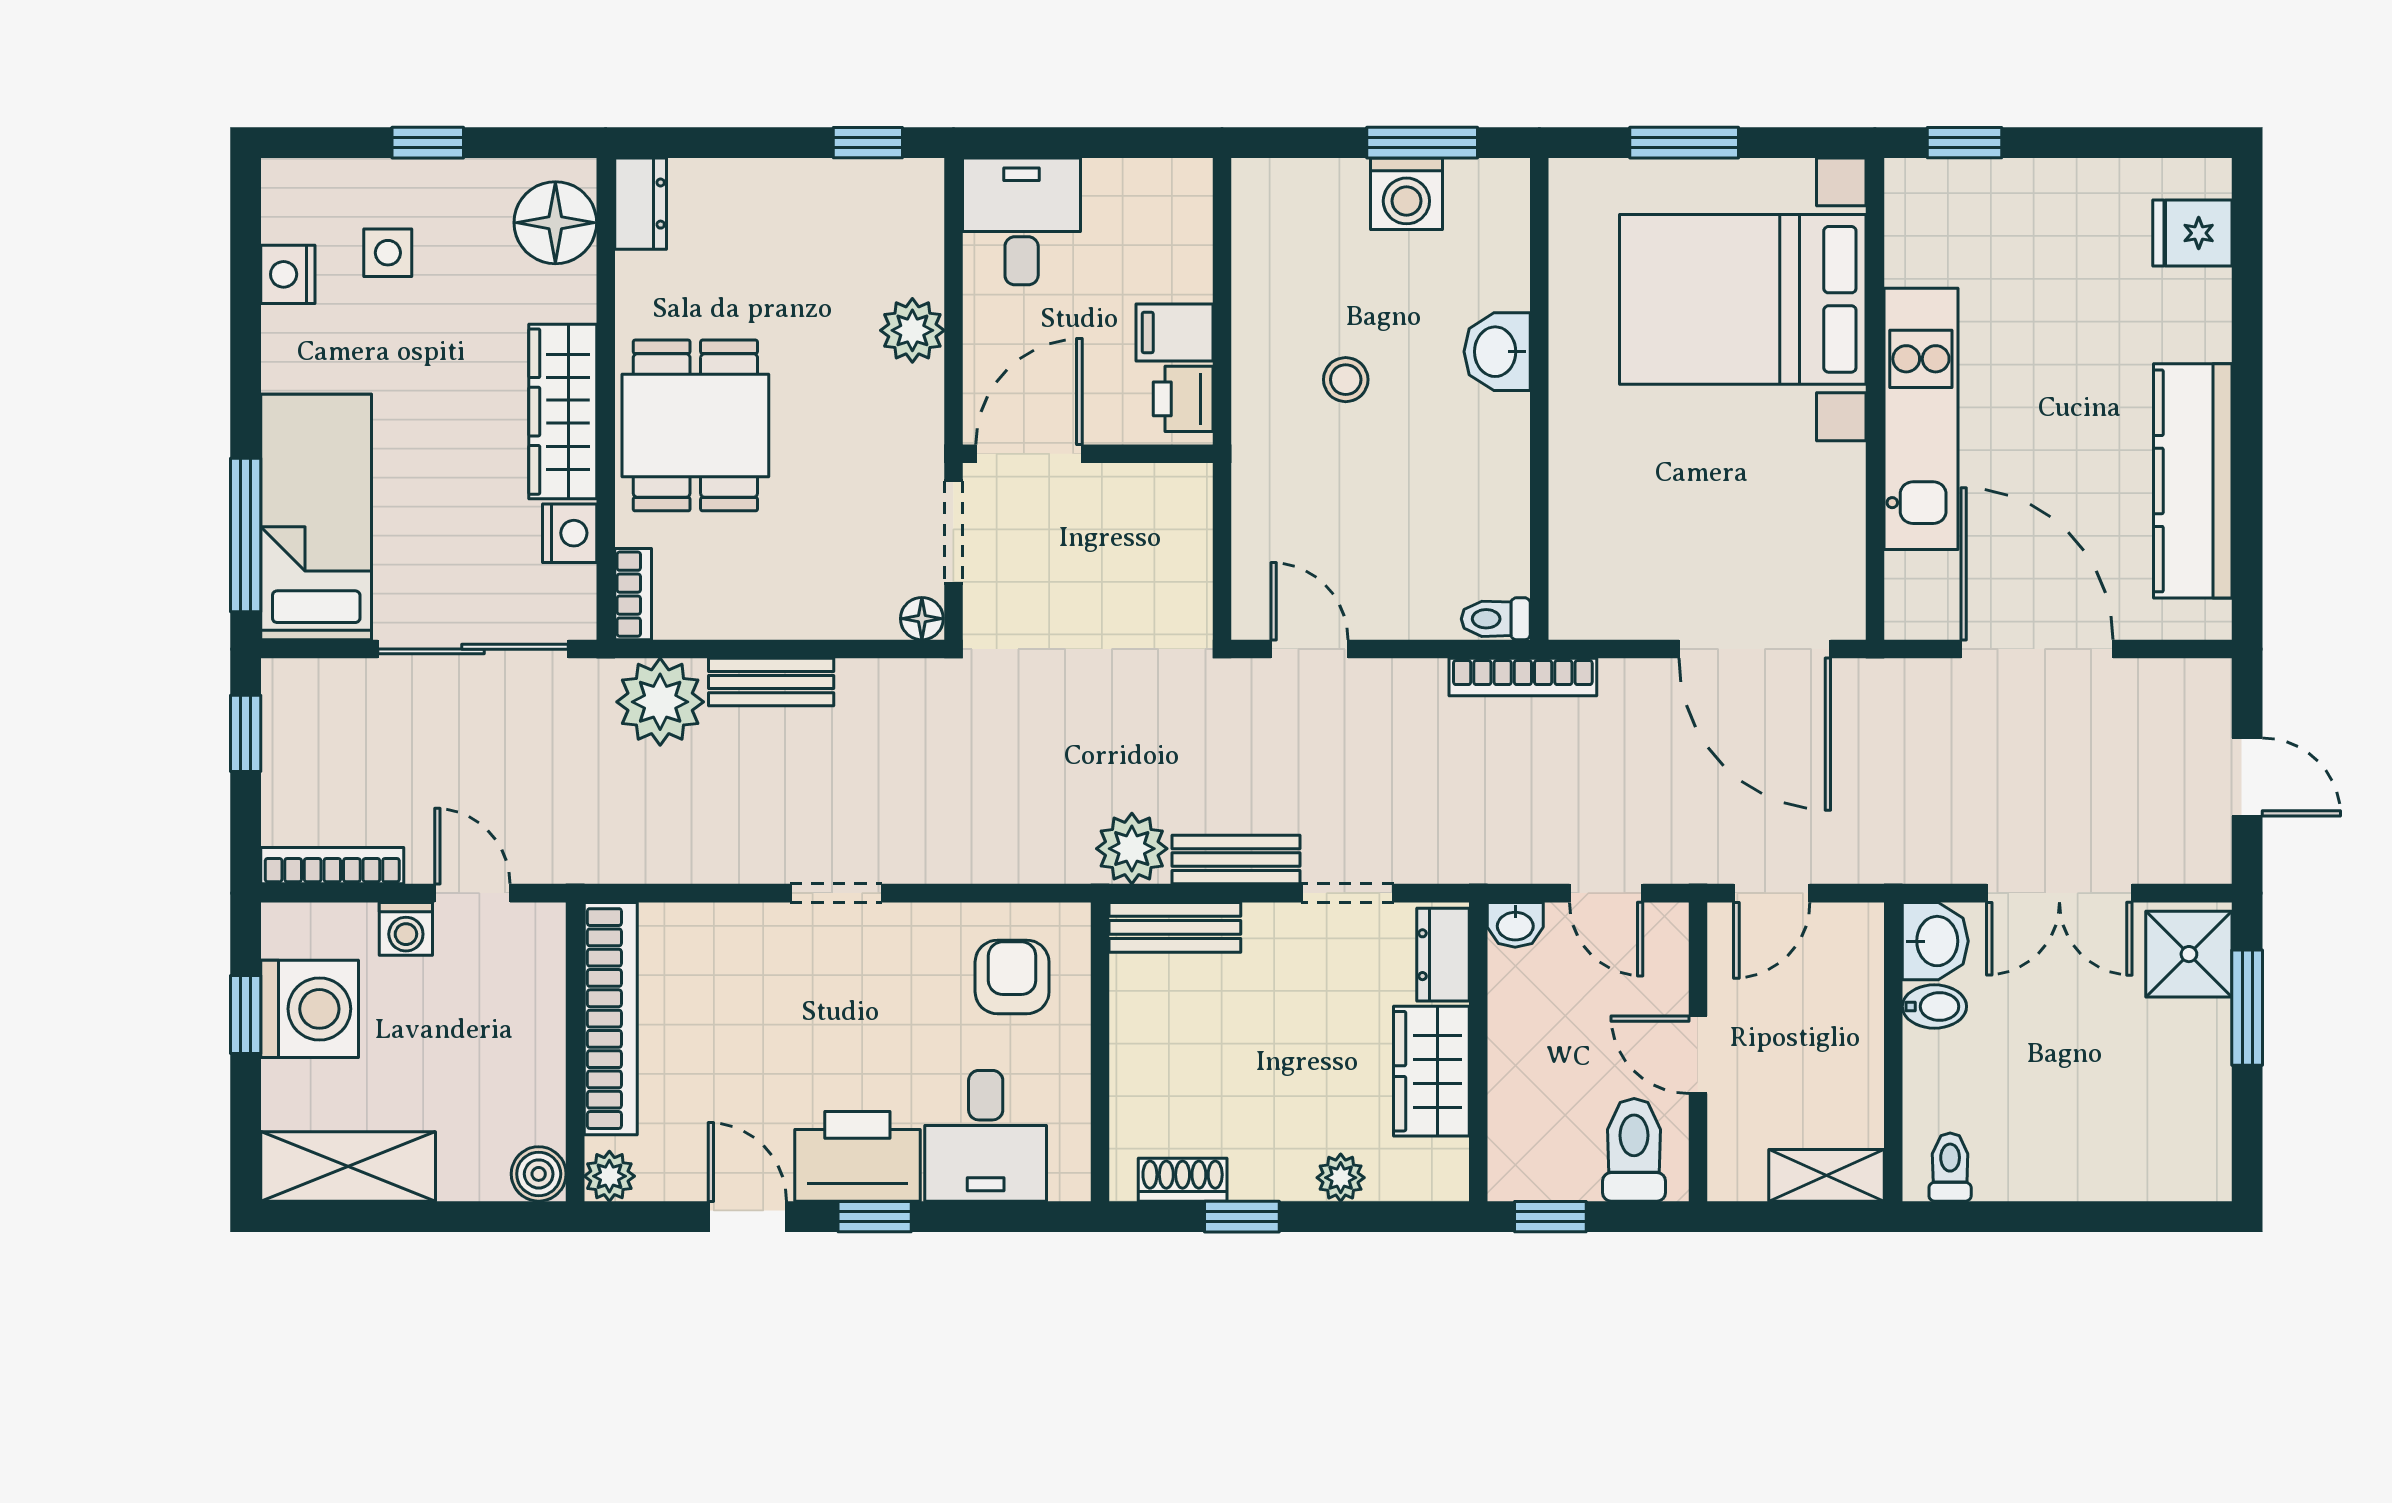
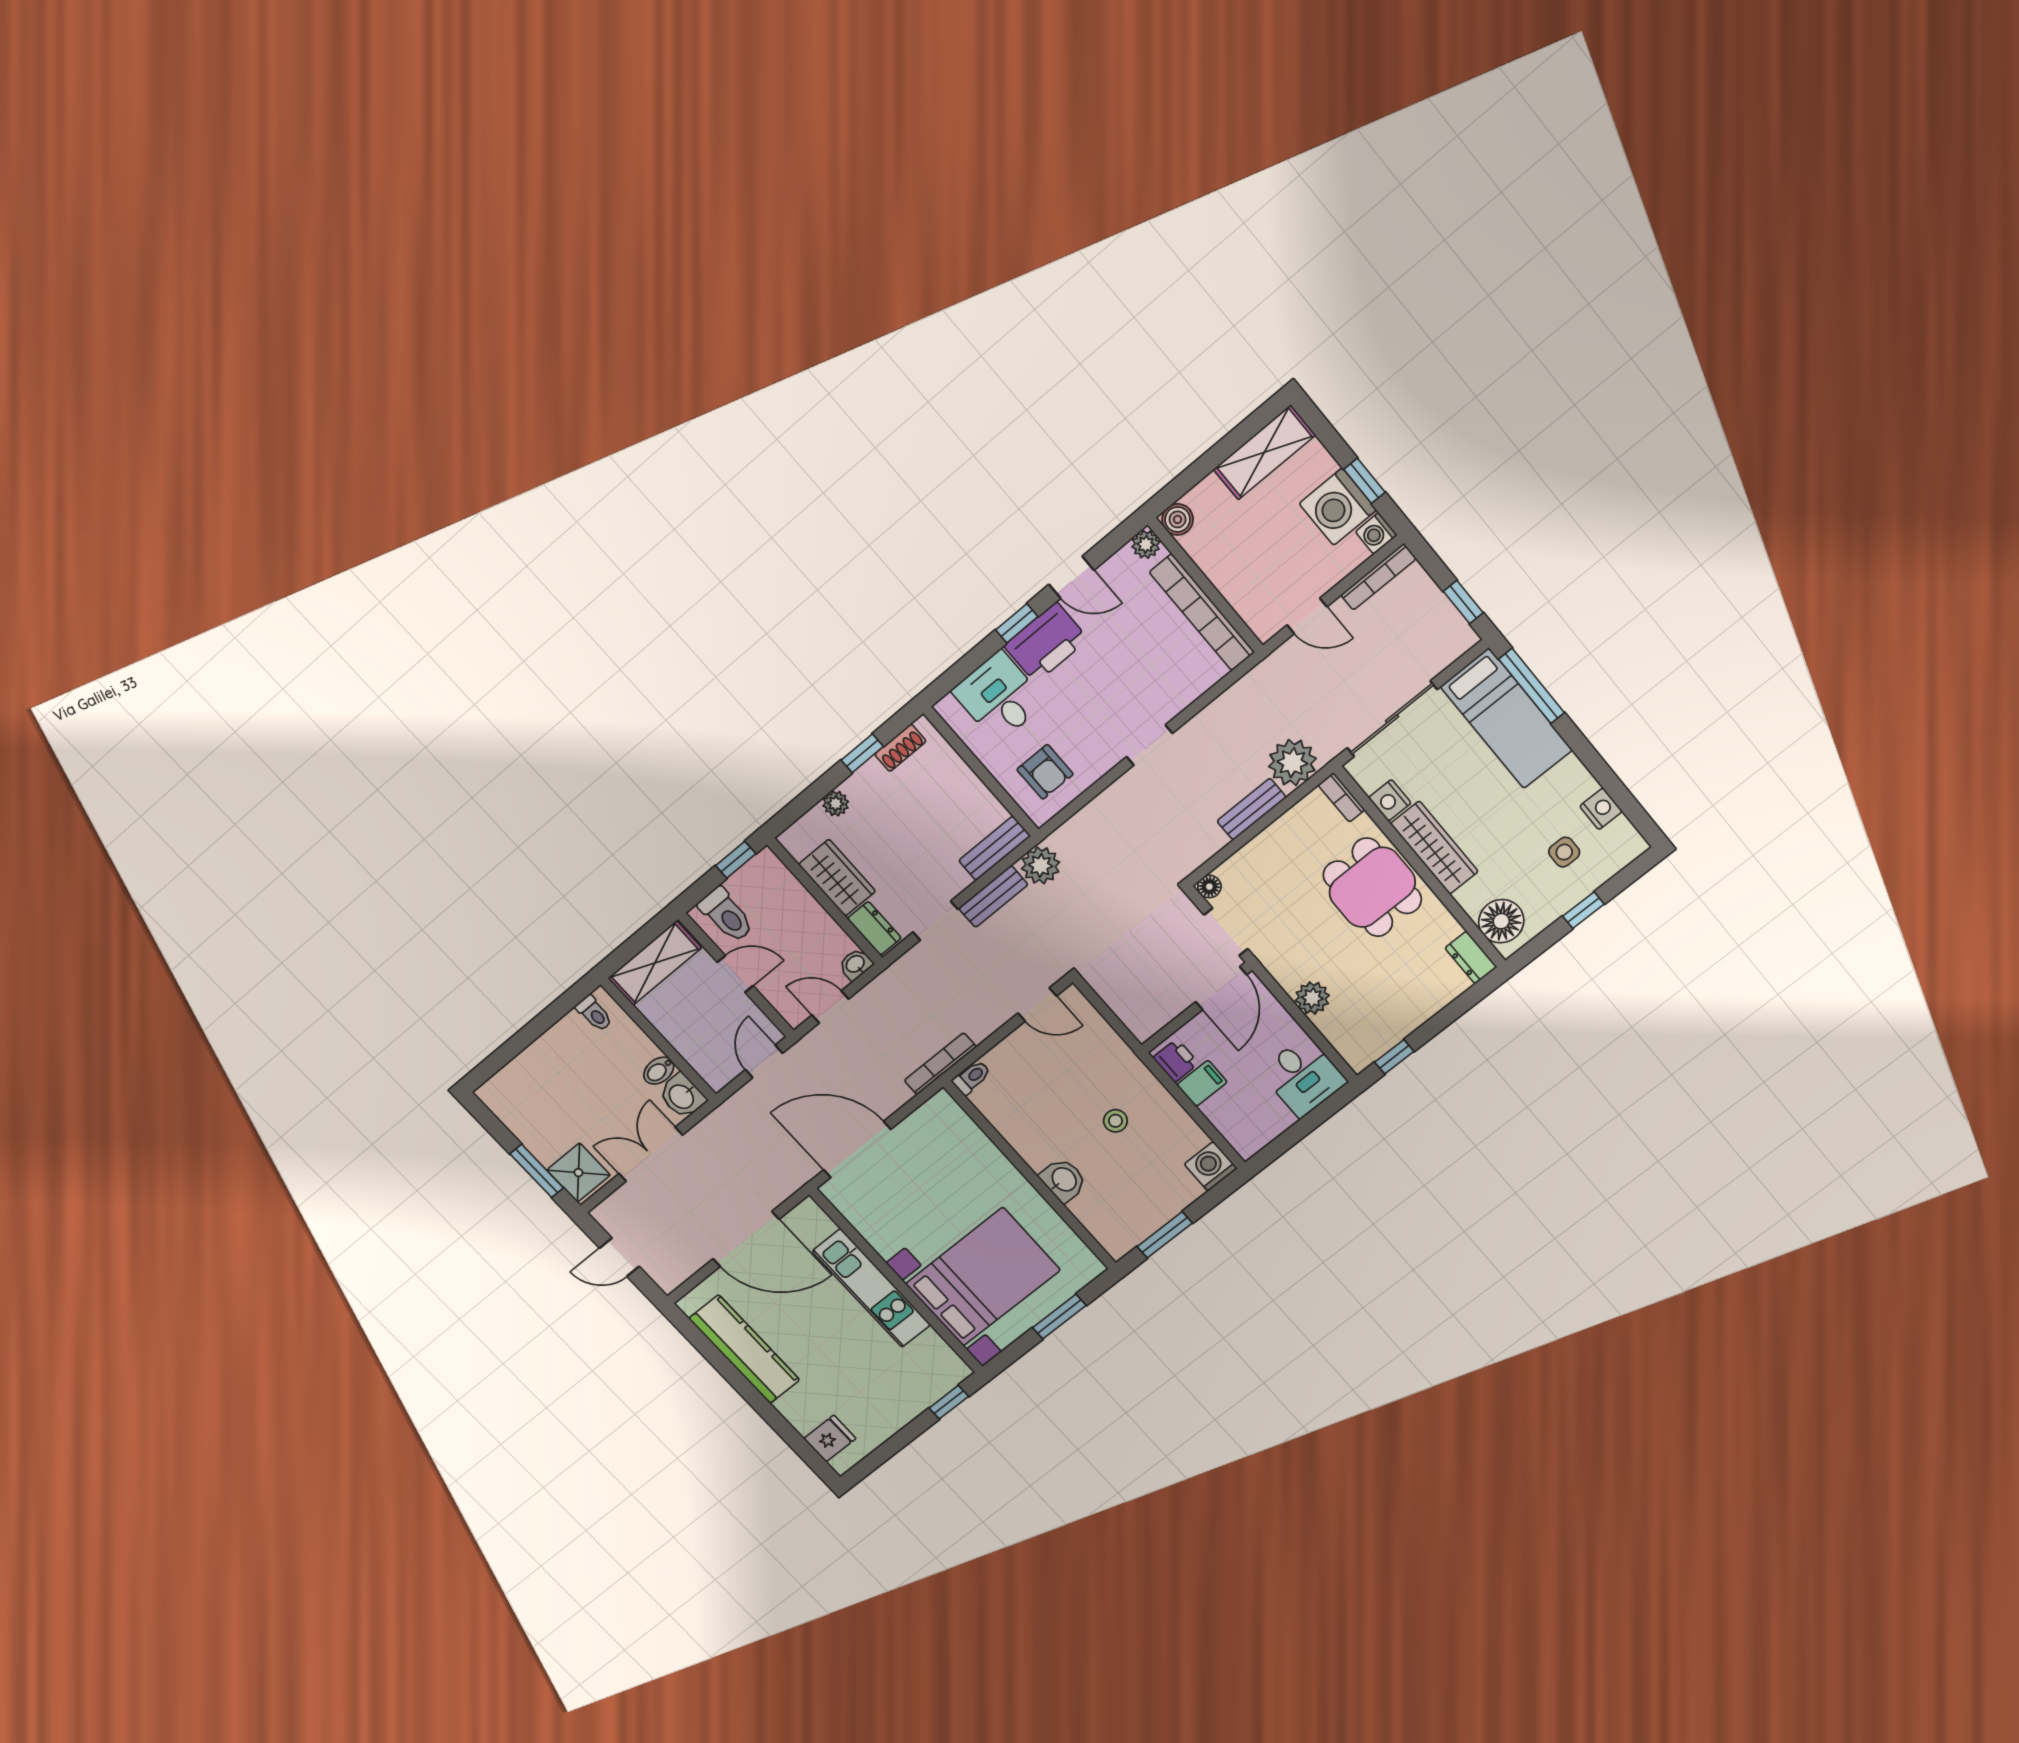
washing machine: (1406, 194) -> (1211, 1166), moved
washing machine: (406, 929) -> (1376, 533), moved, turned -90
shelving: (1826, 1175) -> (655, 963), width x1.50, depth x1.33

